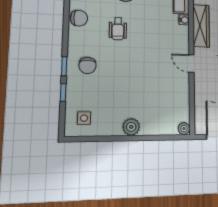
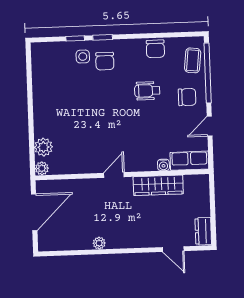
chair: (88, 66) -> (105, 61), turned -90
side table: (84, 118) -> (83, 57), moved
plant: (131, 127) -> (43, 147), moved

